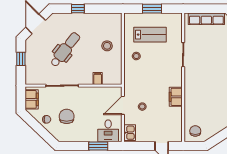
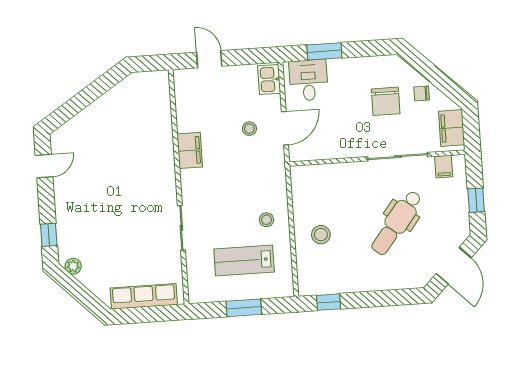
window: (78, 9) -> (329, 302), moved
filing cabinet: (98, 79) -> (444, 167), moved
chair: (195, 131) -> (150, 91), removed

